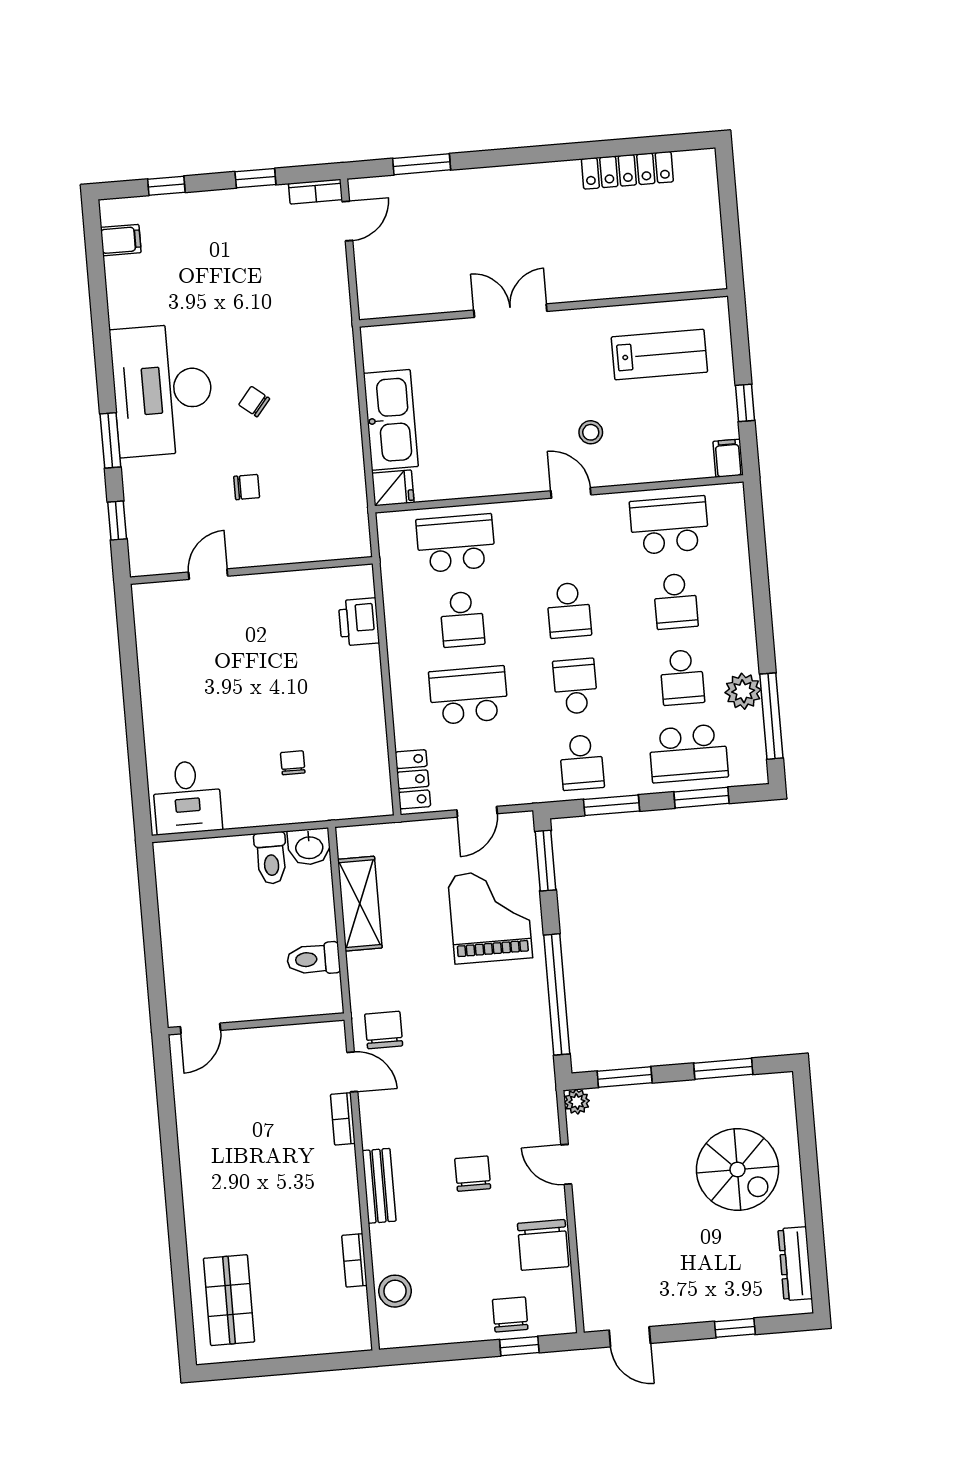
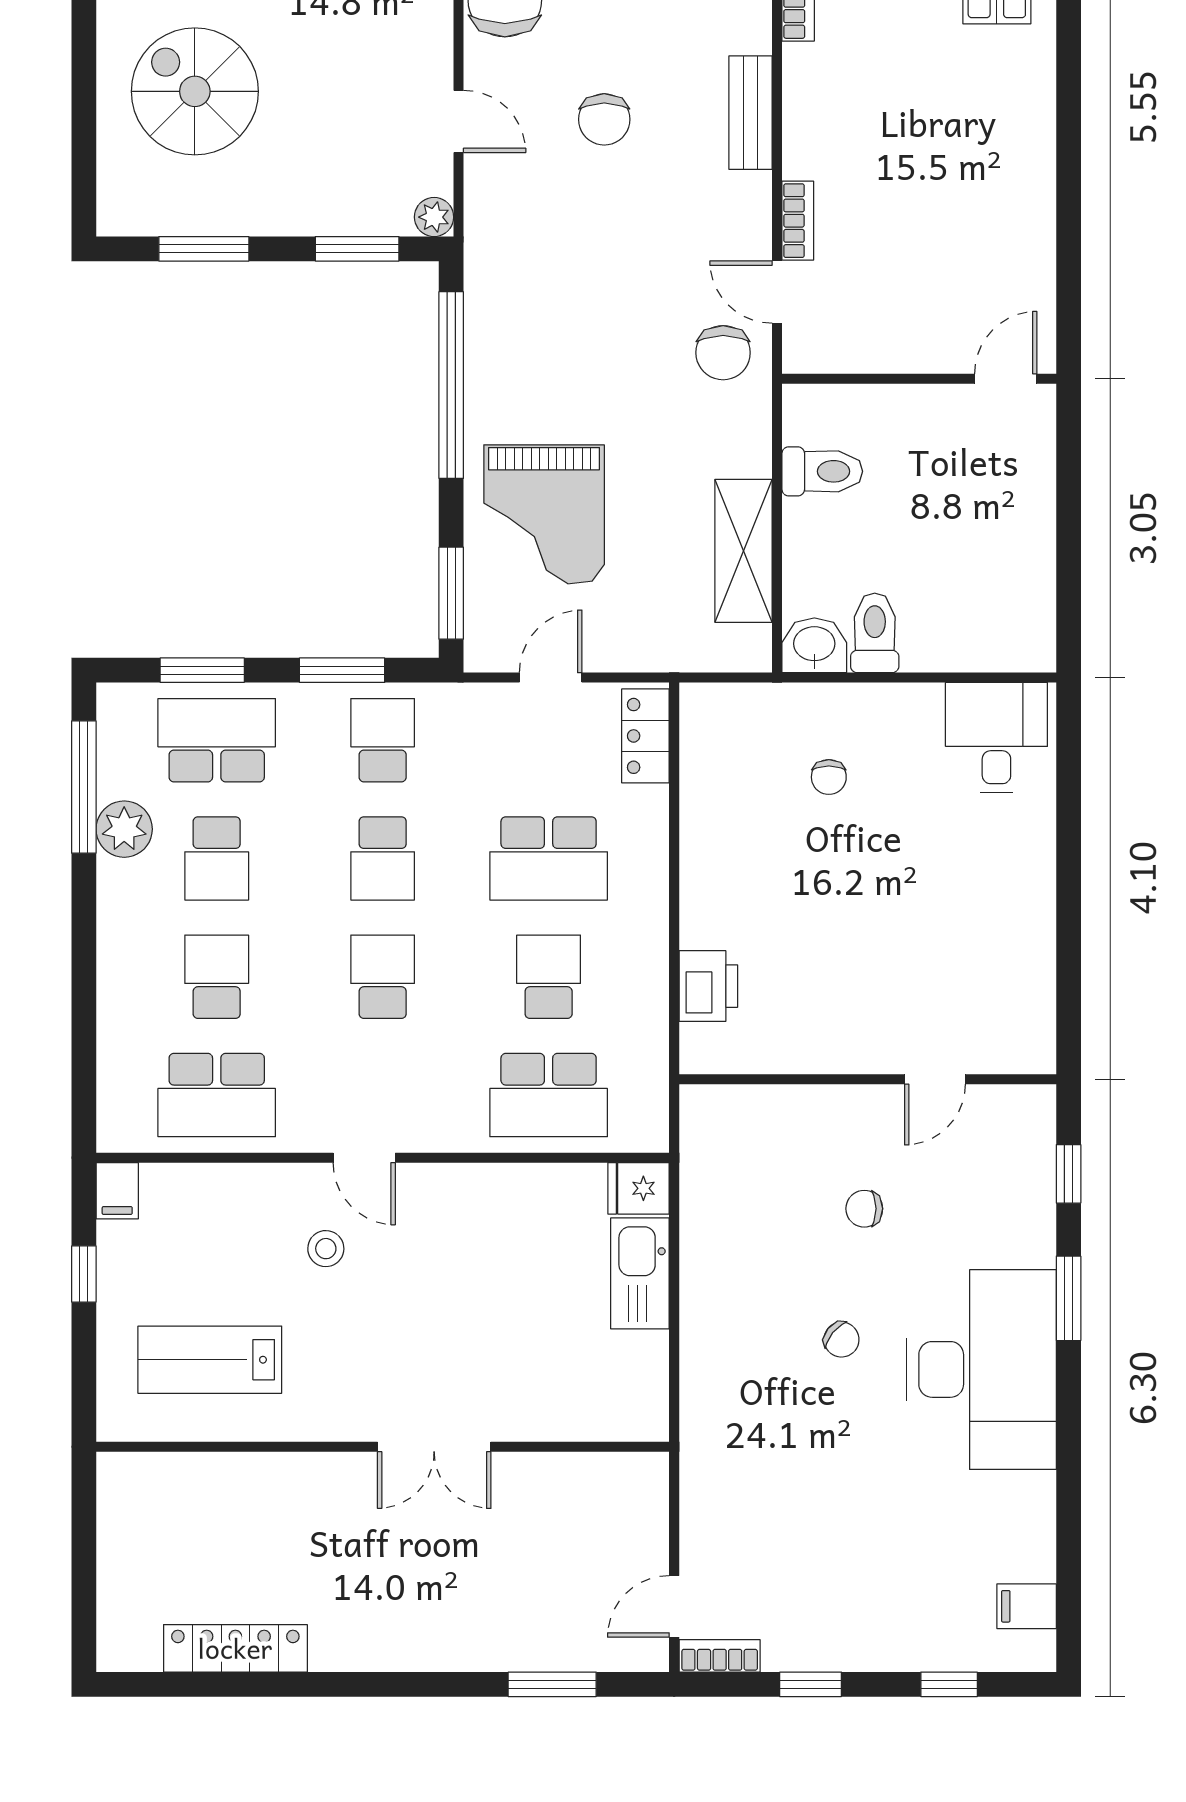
kitchen sink: (391, 420) -> (640, 1273), width x0.73, depth x0.81
school desk: (682, 677) -> (217, 858), turned 180

